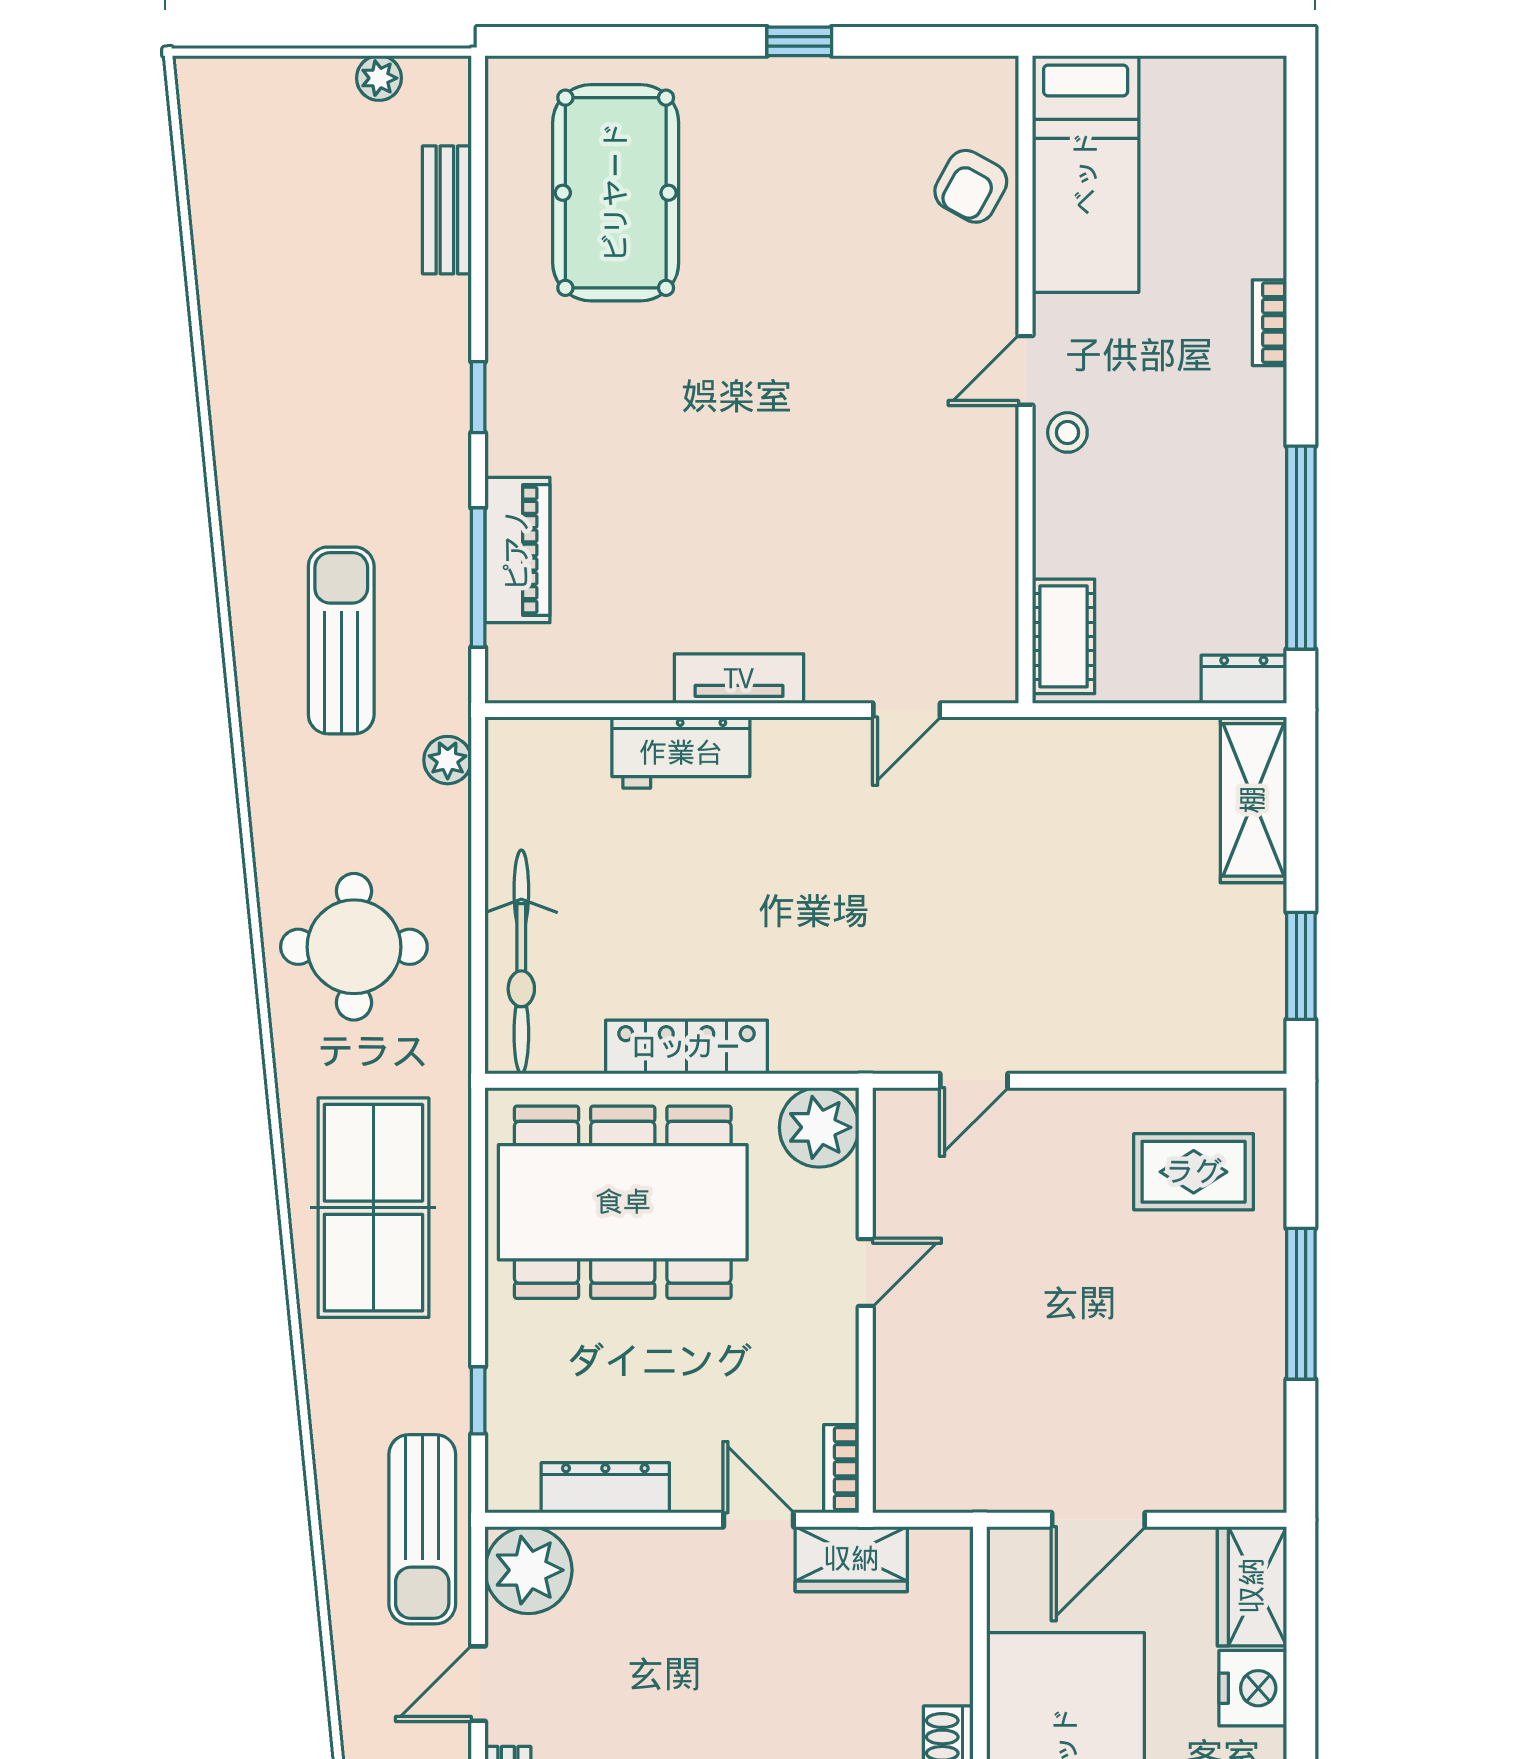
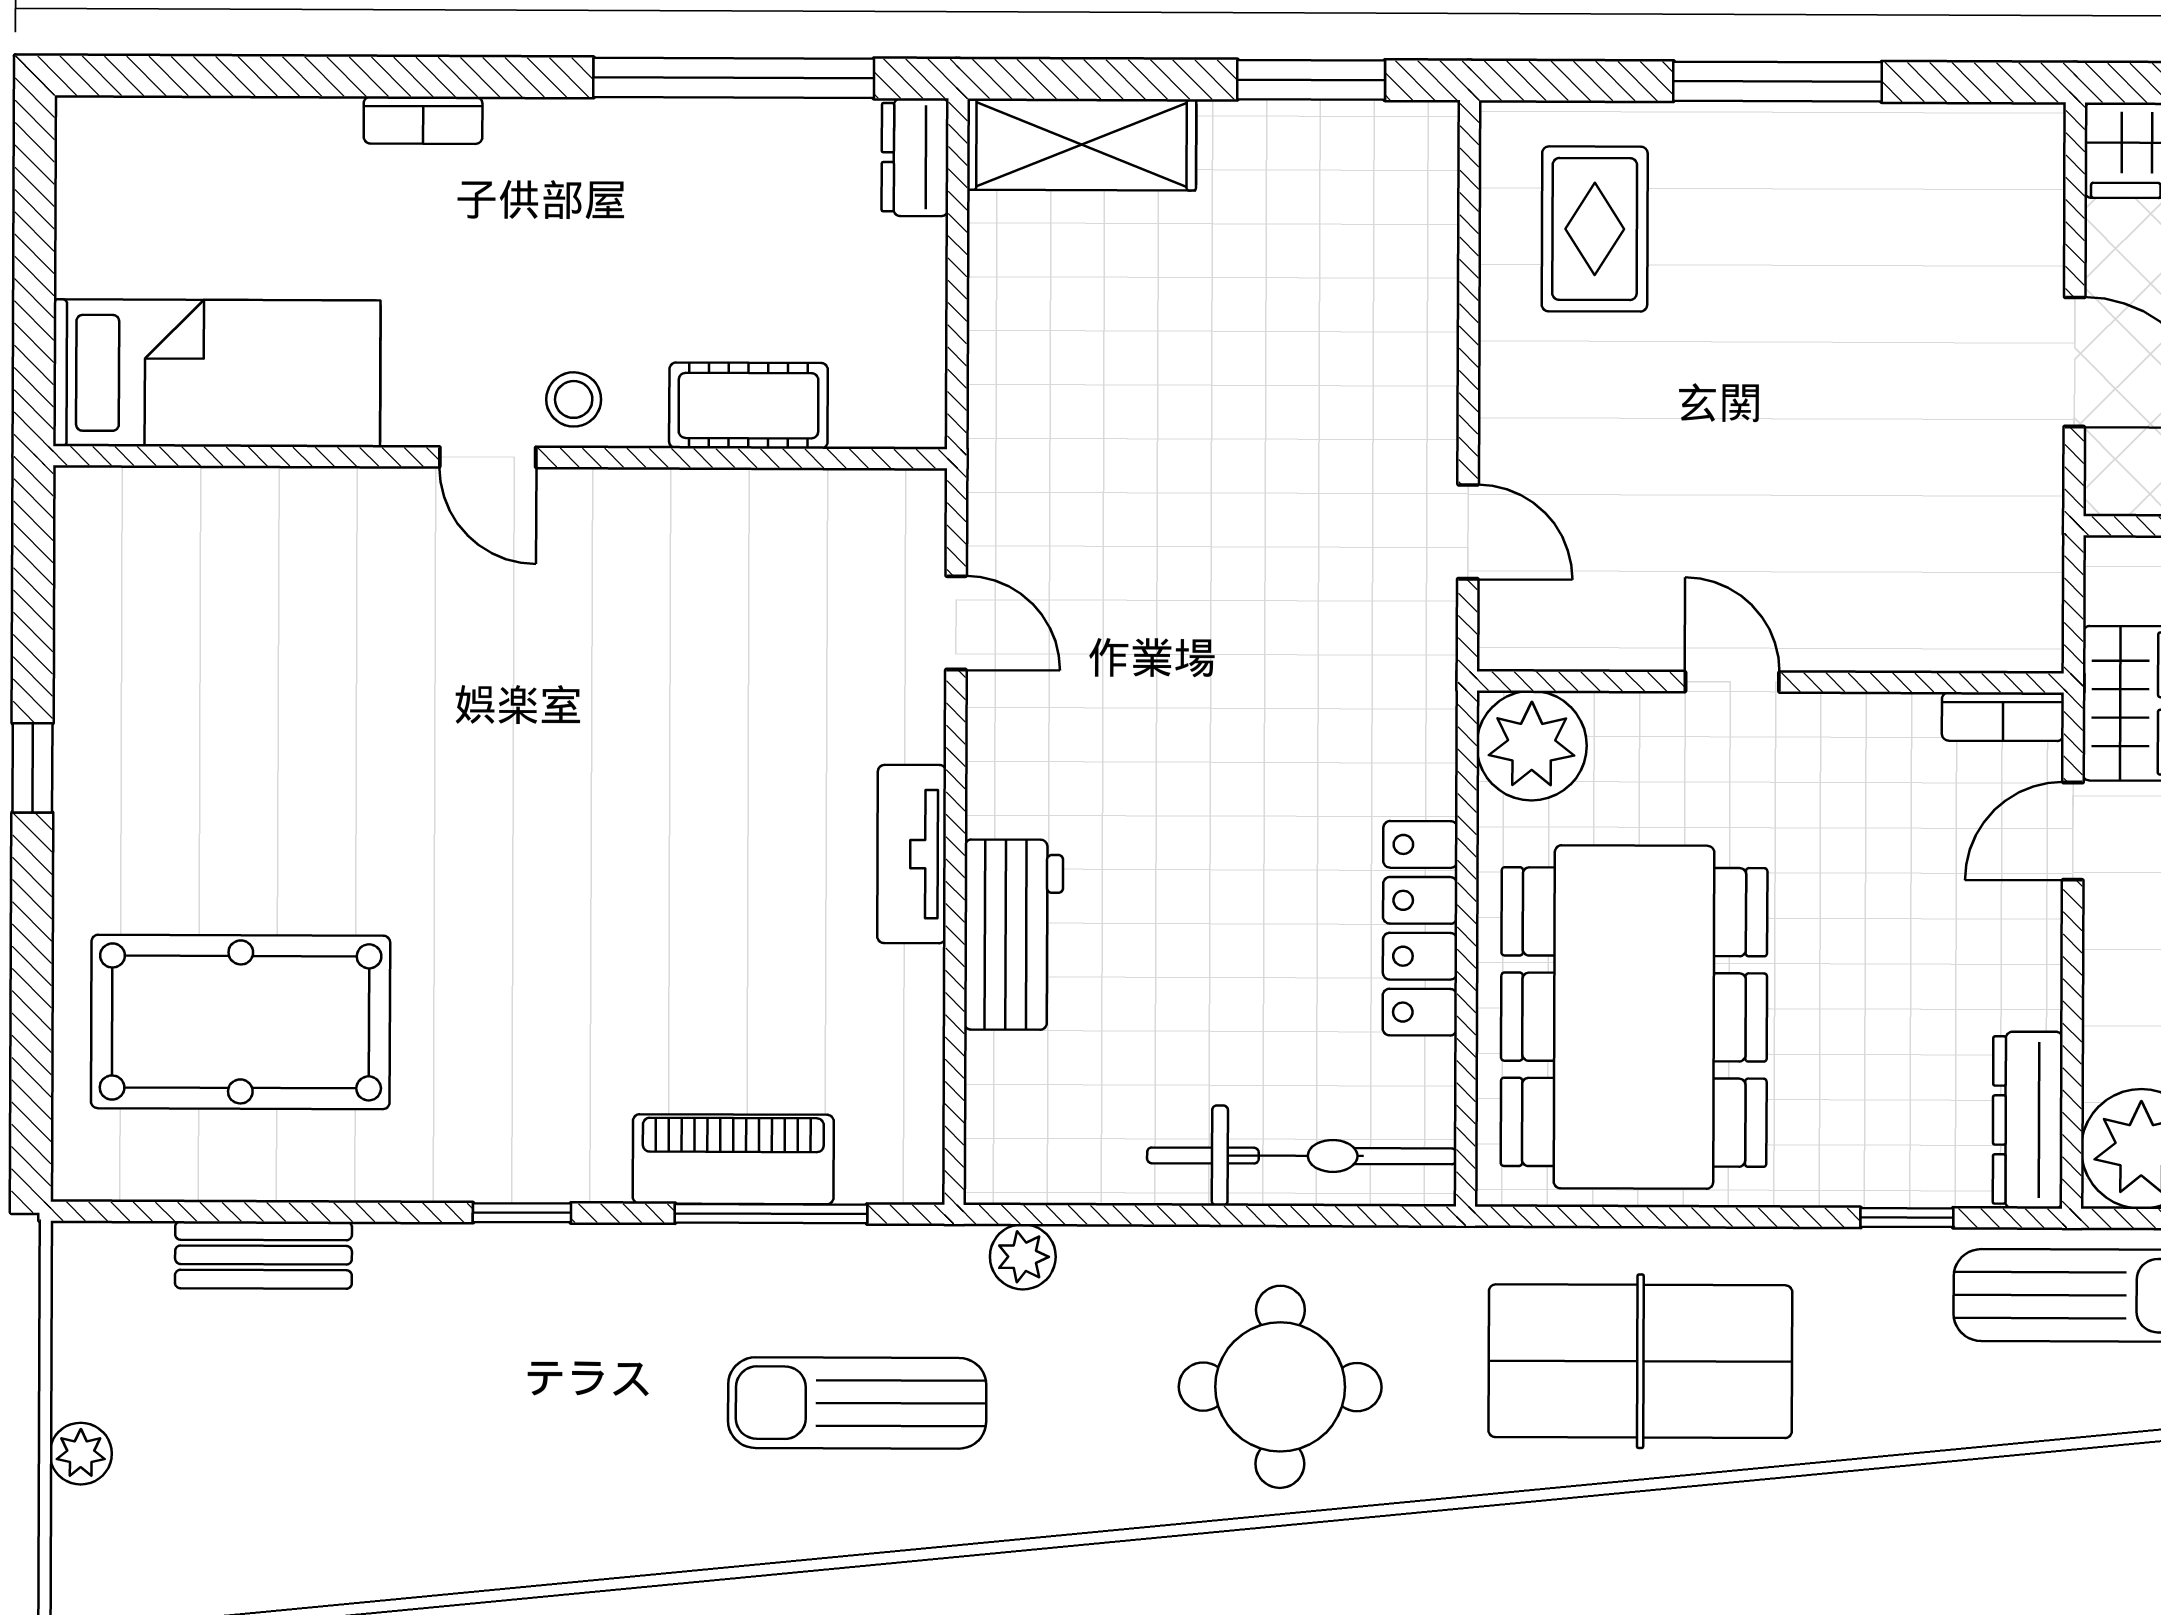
plant: (379, 78) -> (81, 1454), moved
armchair: (971, 186) -> (233, 532), removed
cot: (1063, 636) -> (748, 406), moved
dresser: (605, 1488) -> (2028, 1120), moved

